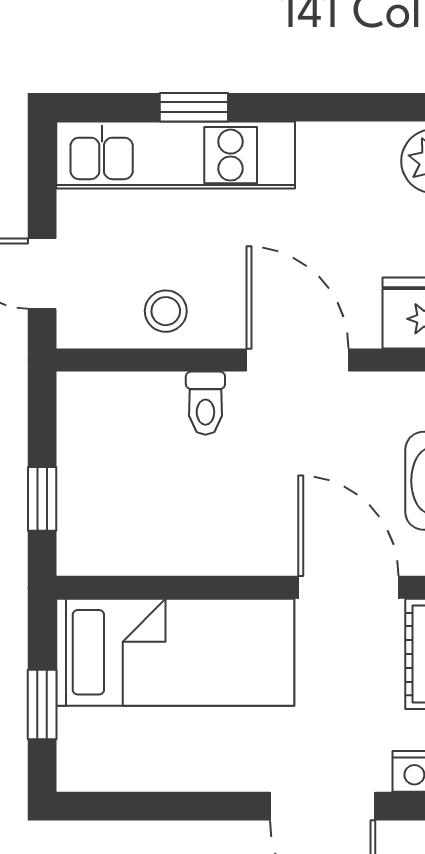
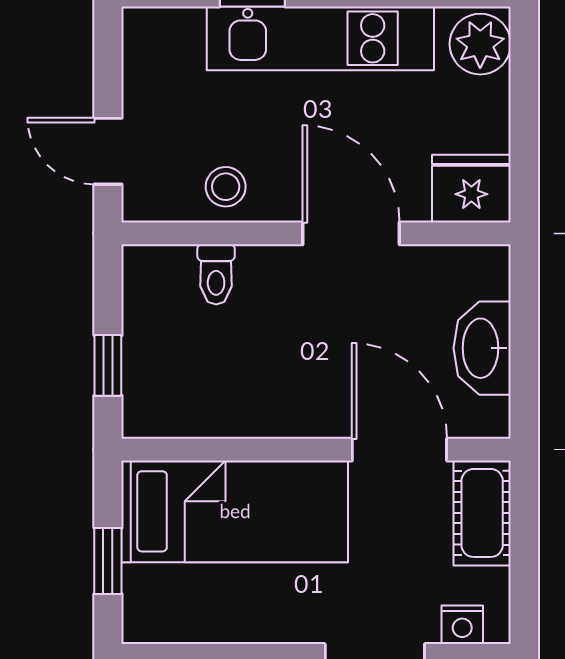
kitchen unit: (176, 155) -> (320, 38), moved
toilet: (205, 403) -> (216, 274), moved

